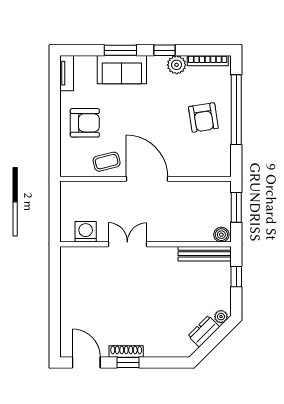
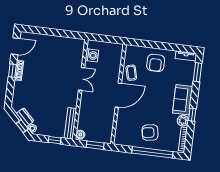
window: (120, 50) -> (197, 72), moved
sofa: (122, 70) -> (183, 100), moved
window: (220, 335) -> (22, 126), added

